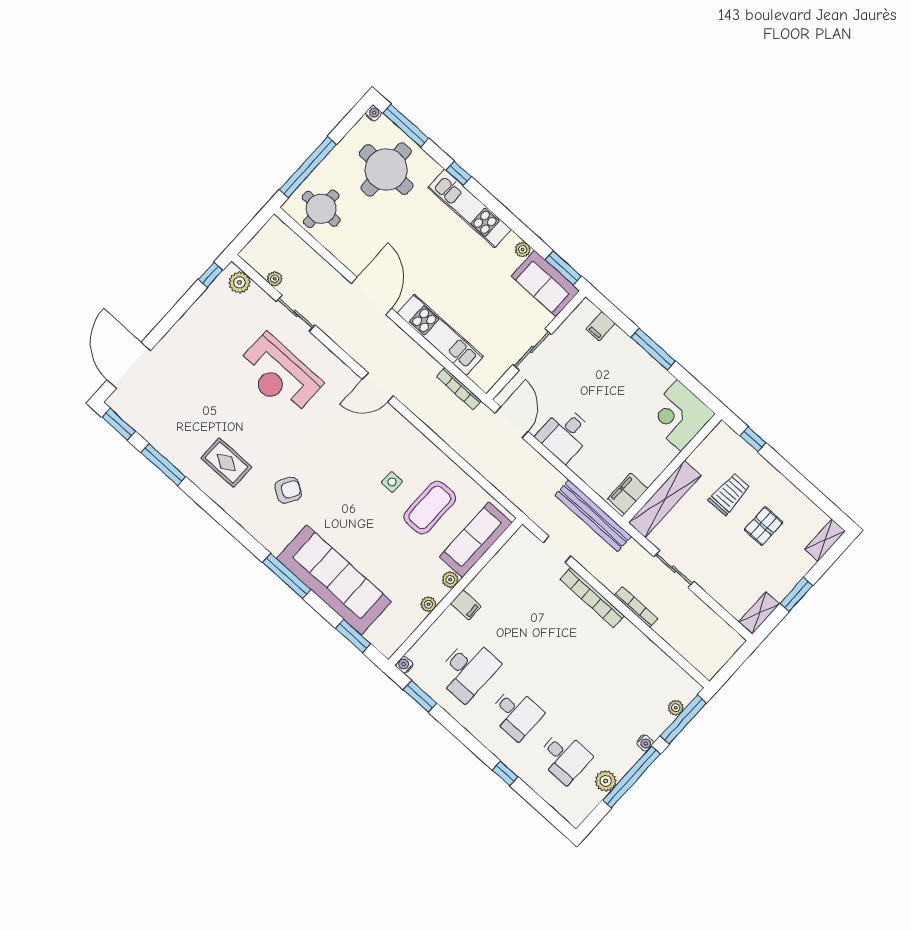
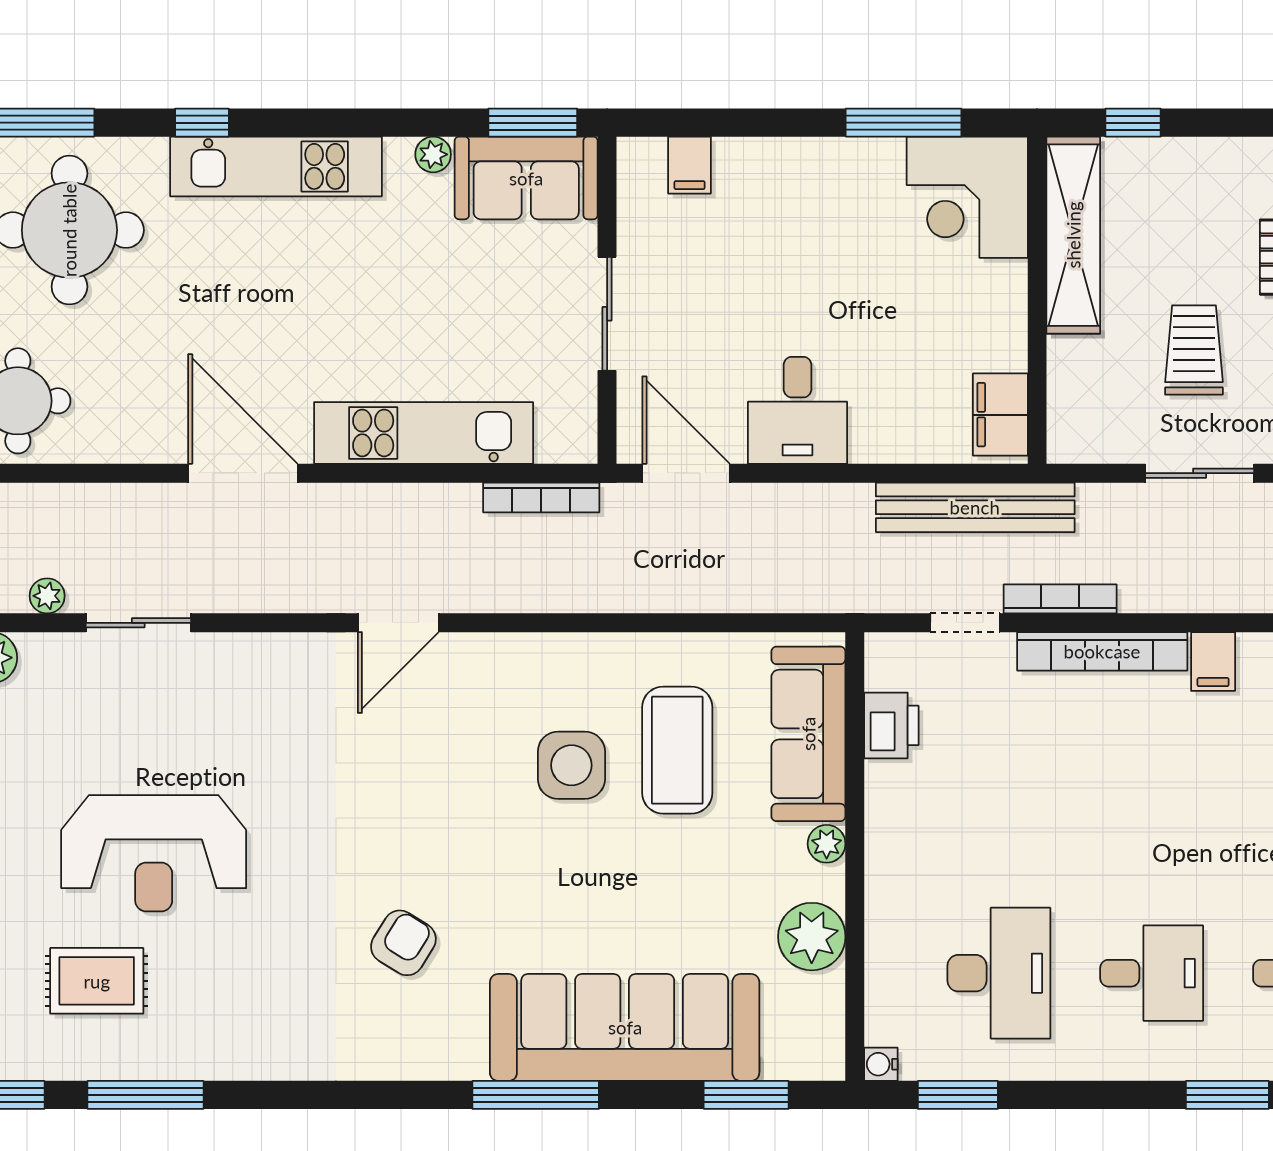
window: (653, 349) -> (904, 123), moved
reception desk: (279, 375) -> (154, 853), moved
rug: (226, 463) -> (97, 981), moved
side table: (392, 482) -> (571, 765), width x1.87, depth x1.87
trolley: (729, 494) -> (1194, 350), moved
shelving: (665, 499) -> (1073, 235), moved
printer: (504, 561) -> (891, 725), added
plant: (428, 604) -> (812, 937), width x1.88, depth x1.88
filing cabinet: (466, 605) -> (1213, 662), moved, turned 90
bookcase: (636, 607) -> (1060, 599), moved
window: (505, 773) -> (1227, 1095), width x1.50

